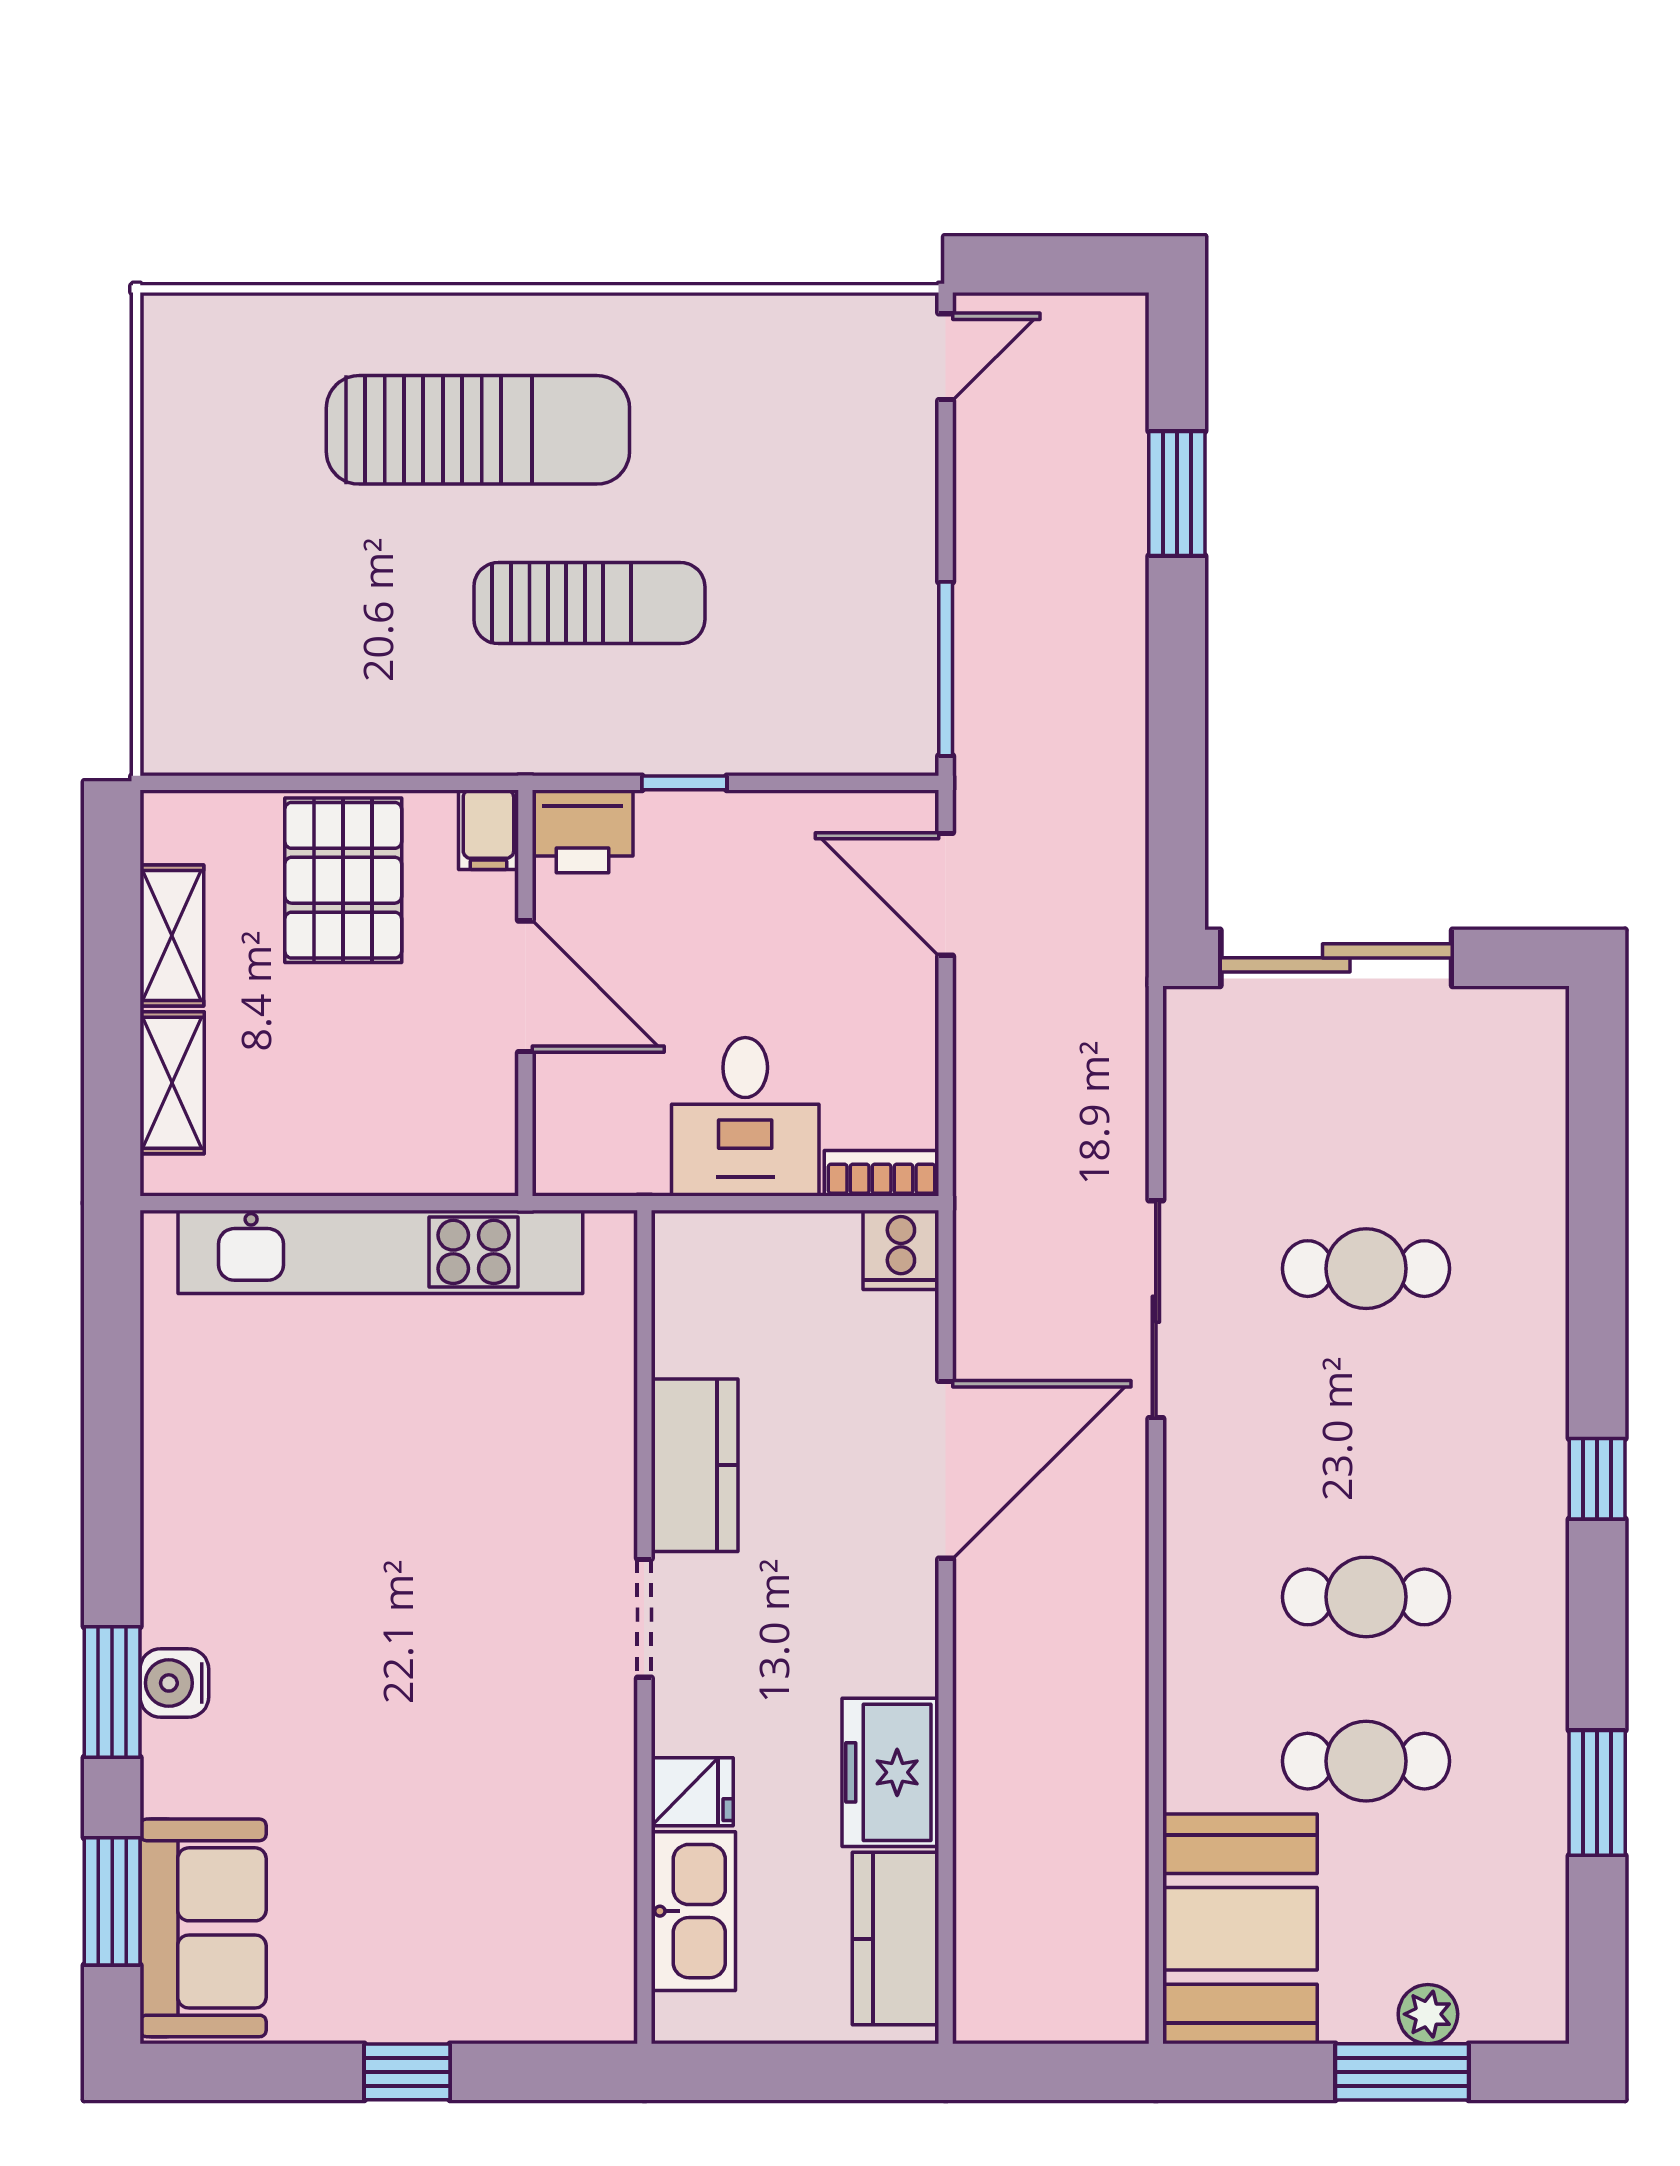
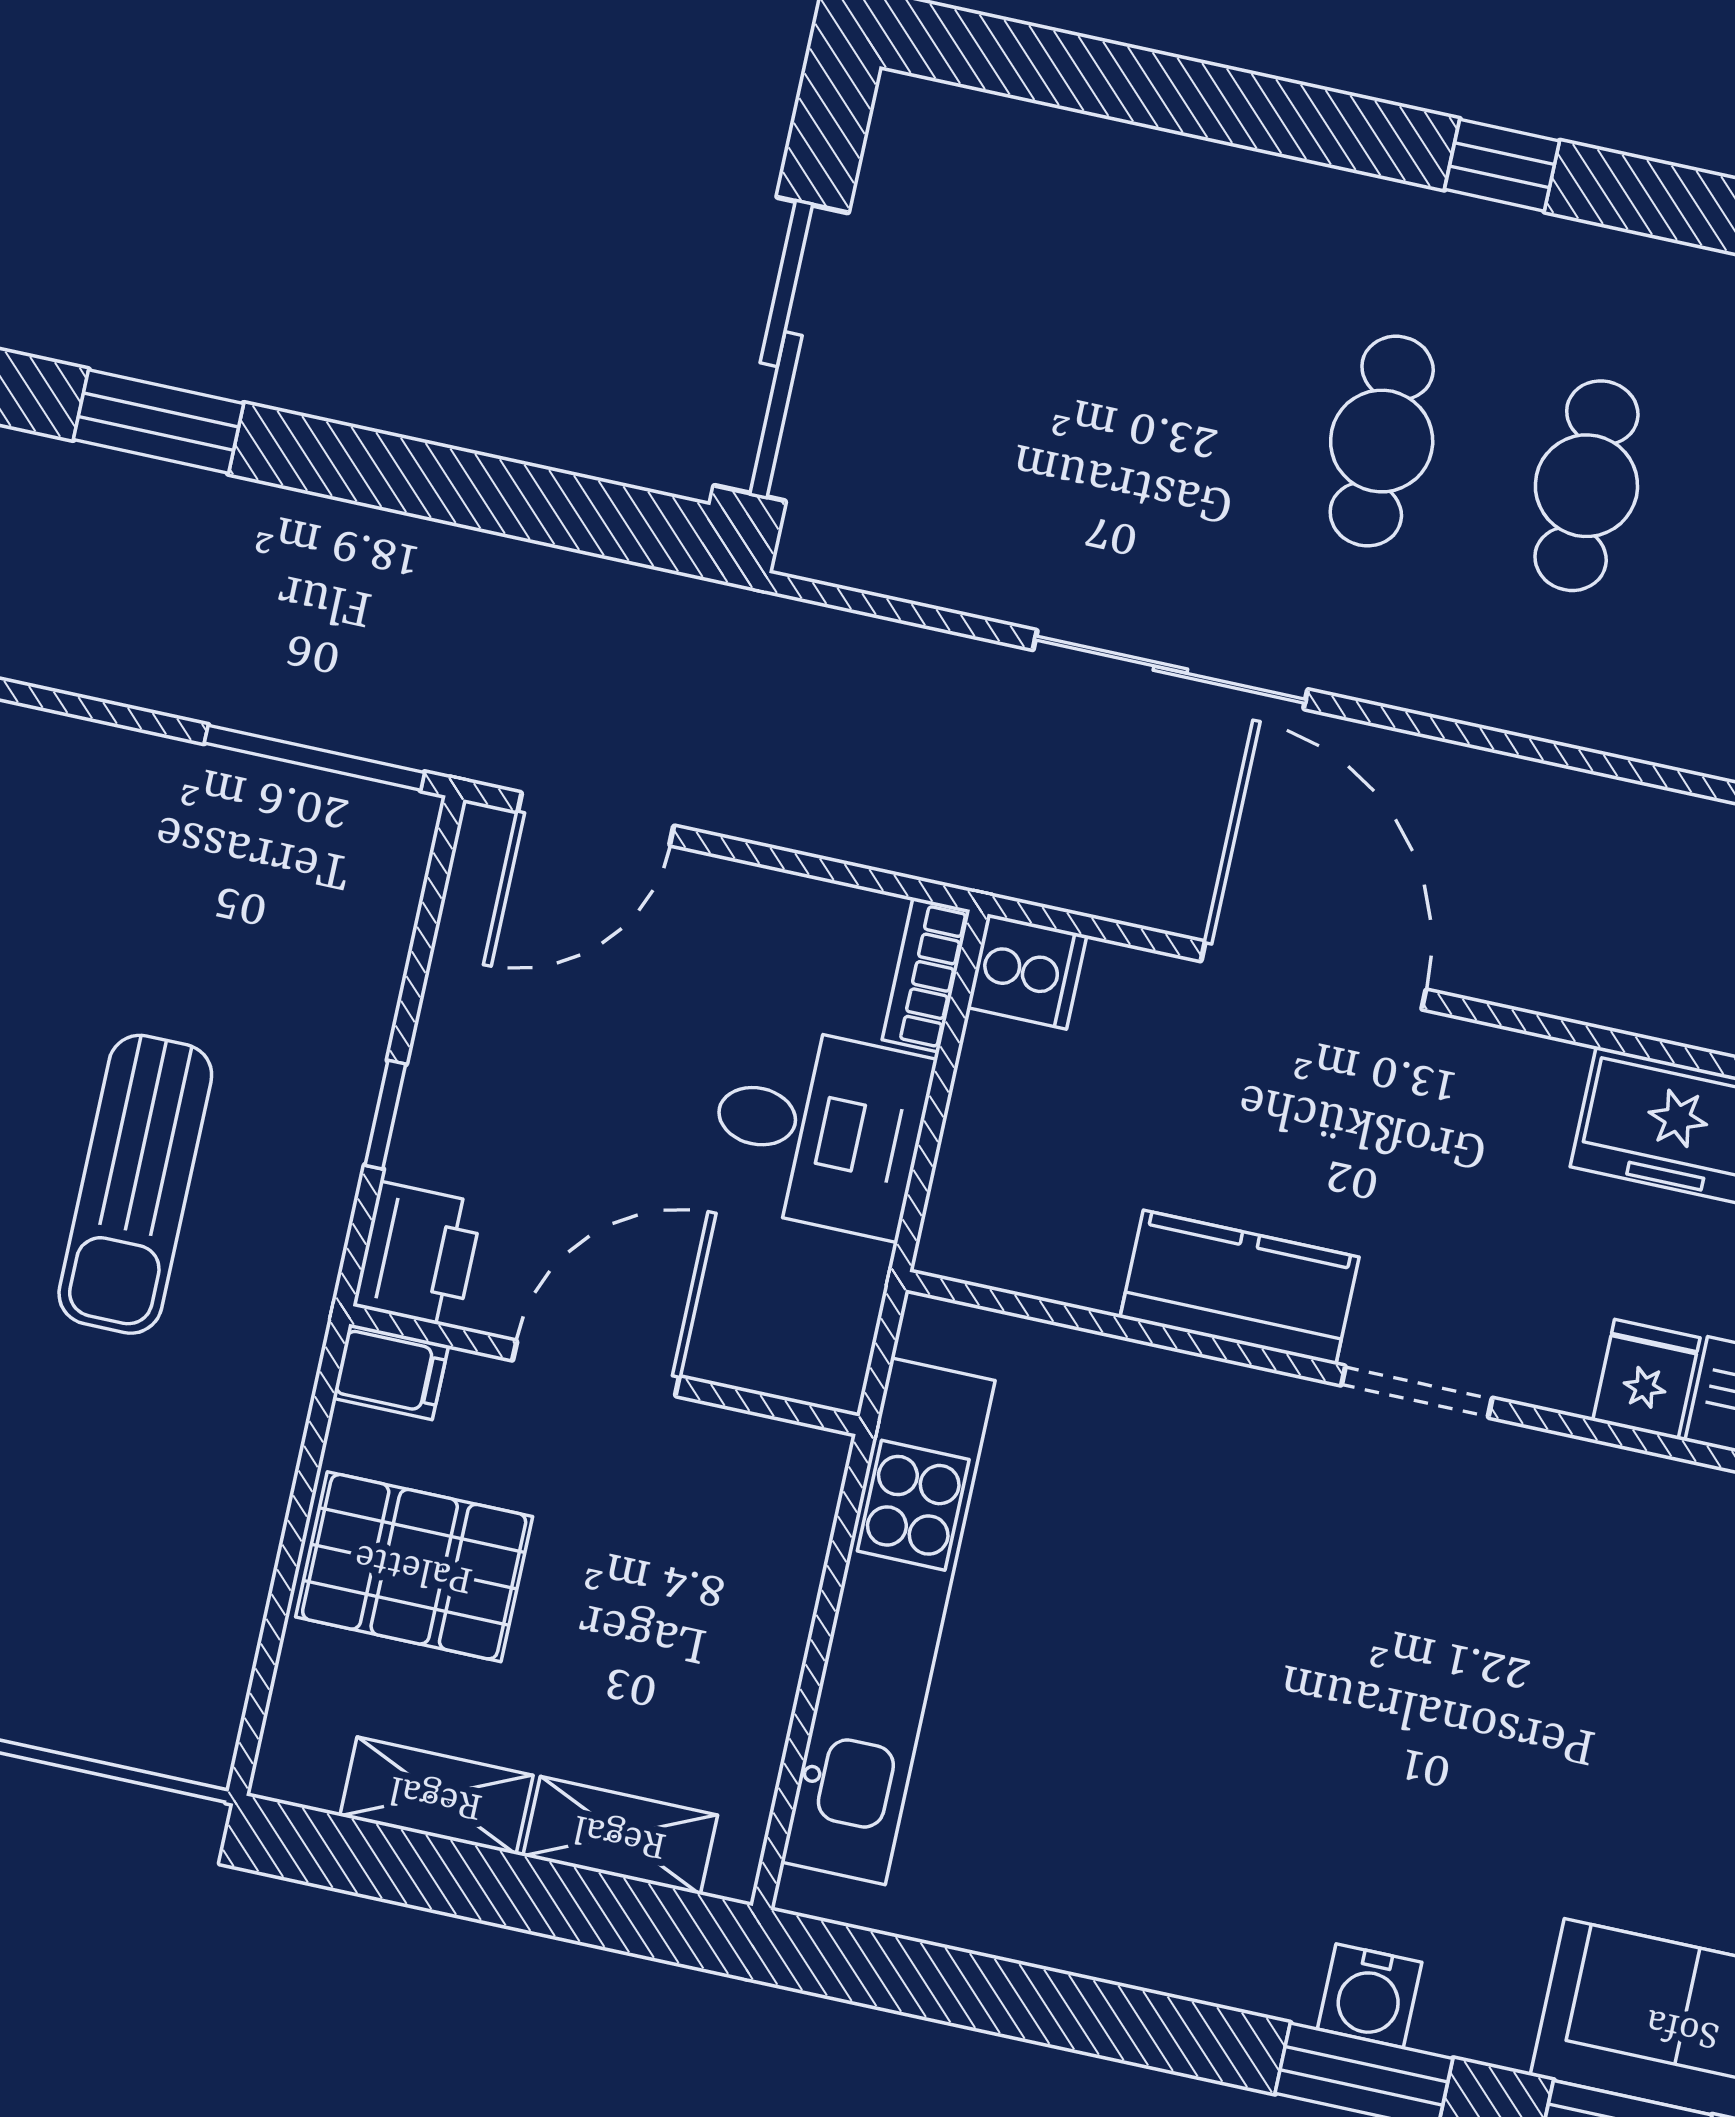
sun lounger: (589, 603) -> (135, 1184), turned 180
cafe table: (1366, 1269) -> (1382, 441), moved

